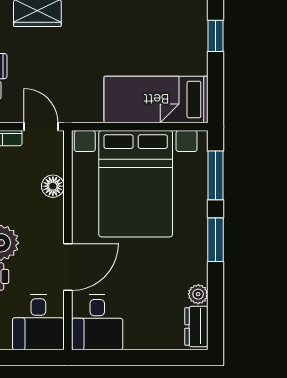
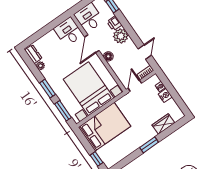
bed: (156, 99) -> (105, 127), width x1.50
door: (41, 127) -> (135, 86), swing flipped
floor lamp: (53, 186) -> (108, 56), moved

